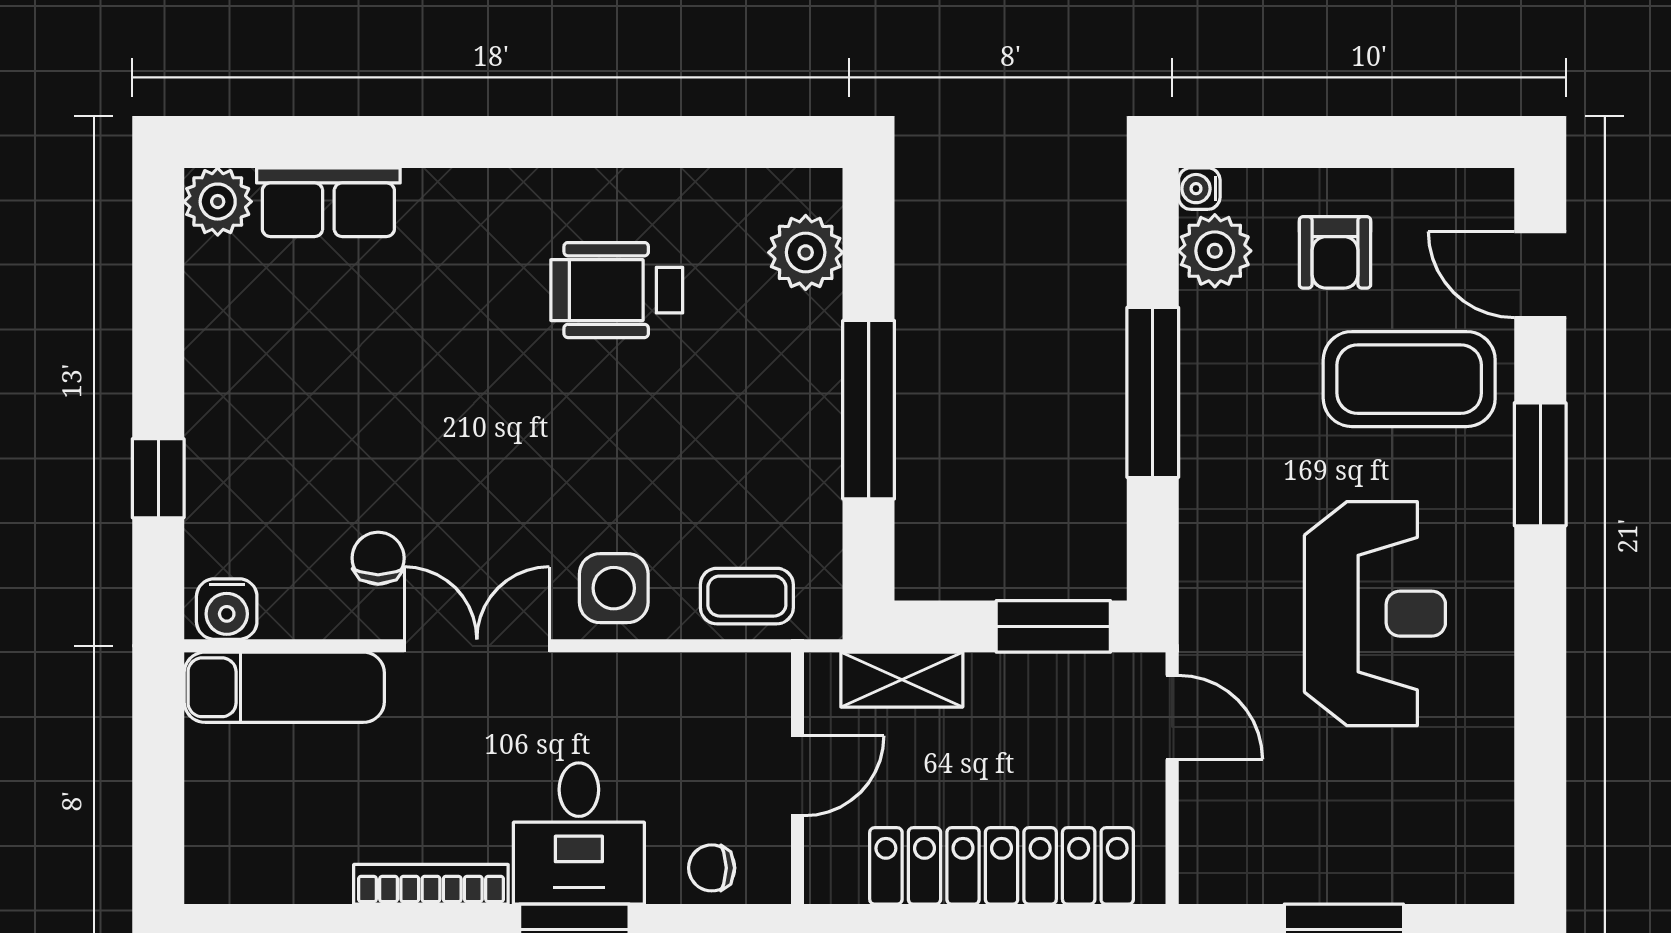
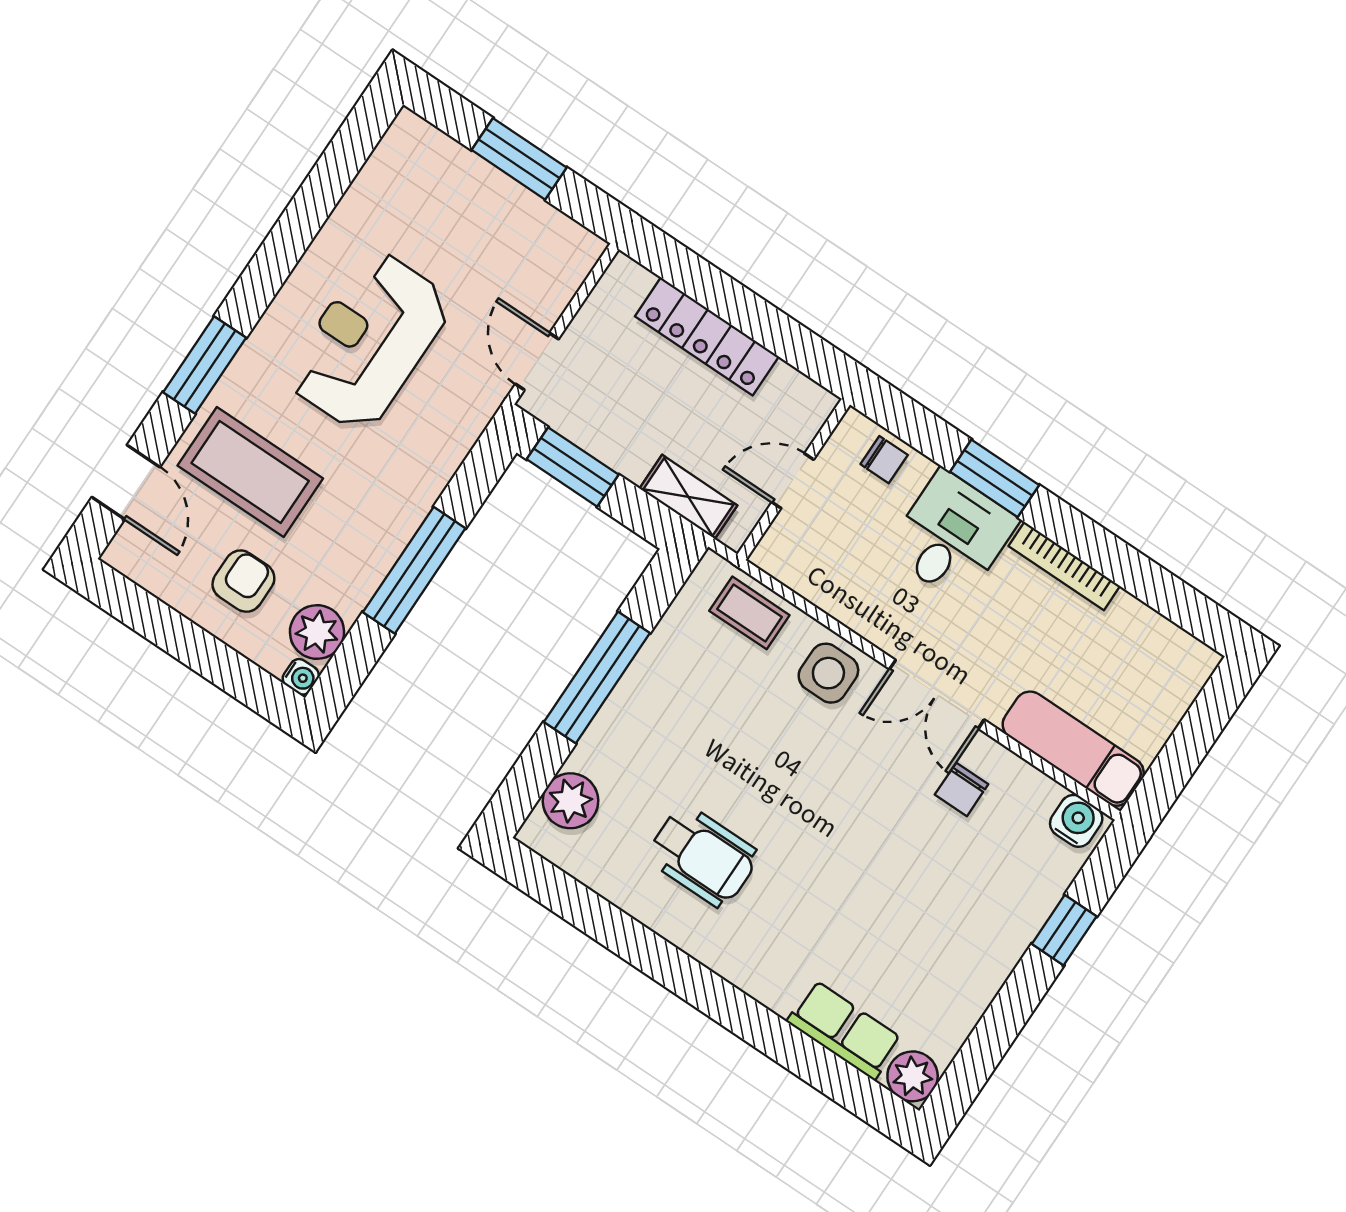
locker: (1002, 866) -> (707, 336), width x0.71, depth x0.83

